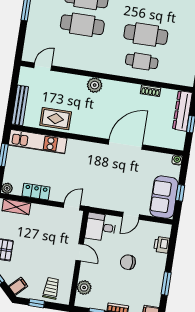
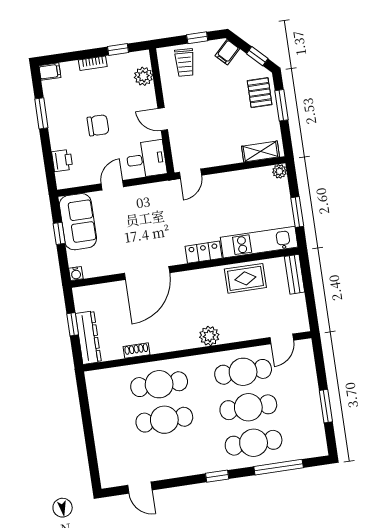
cafe table: (78, 52) -> (243, 372), added
cafe table: (142, 61) -> (159, 384), width x1.37, depth x1.35
bench: (20, 105) -> (295, 274), width x0.73
locker: (36, 192) -> (204, 252), moved, turned 180

